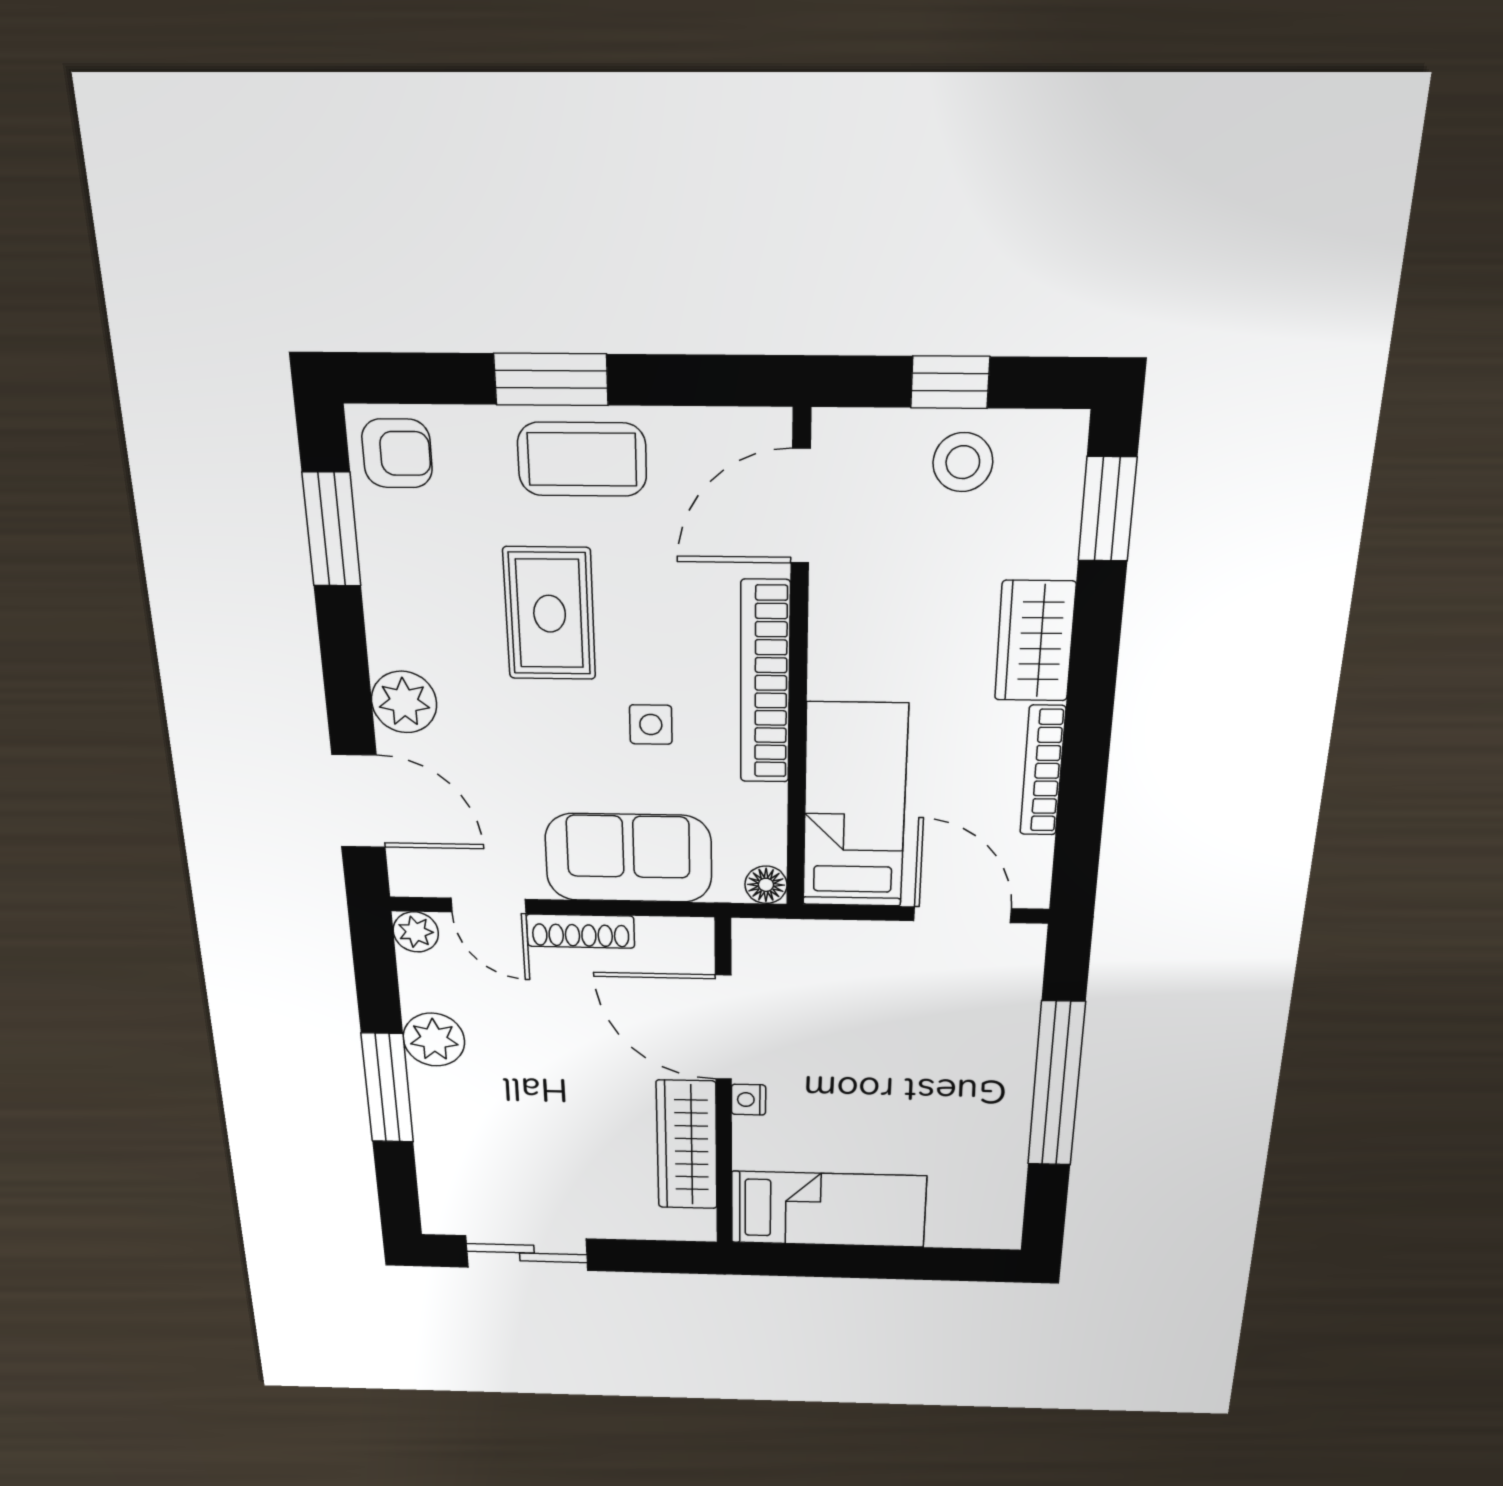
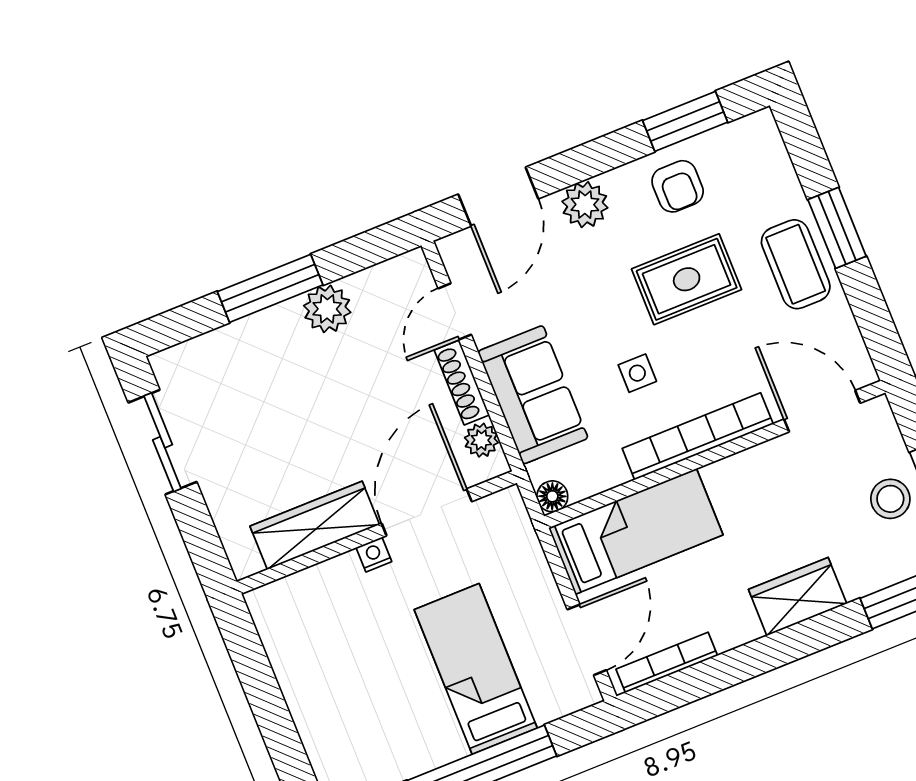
armchair: (397, 453) -> (678, 186), moved
bookcase: (1043, 771) -> (667, 662), moved
plant: (416, 932) -> (481, 440), moved
bed: (828, 1209) -> (476, 669), moved, turned 180

